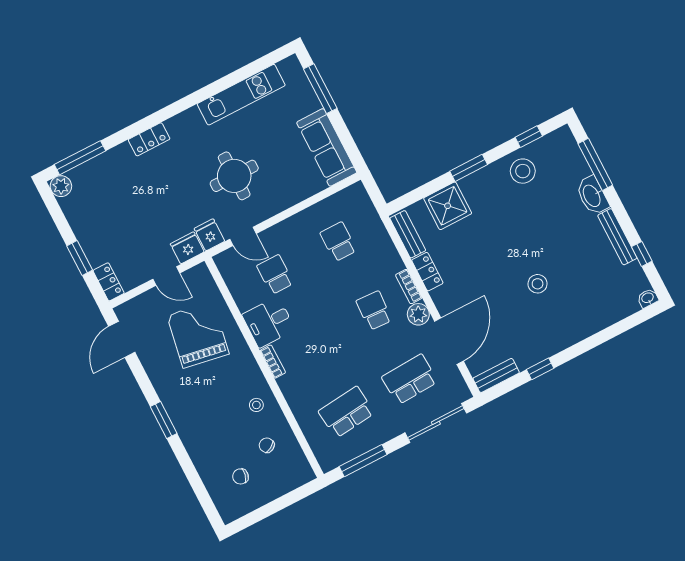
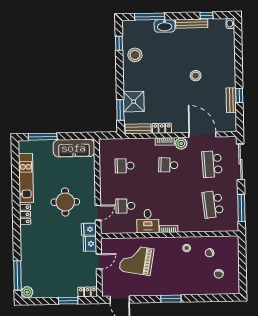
locker: (149, 139) -> (25, 214), moved
window: (469, 168) -> (120, 110), moved
bench: (496, 375) -> (231, 100), moved

